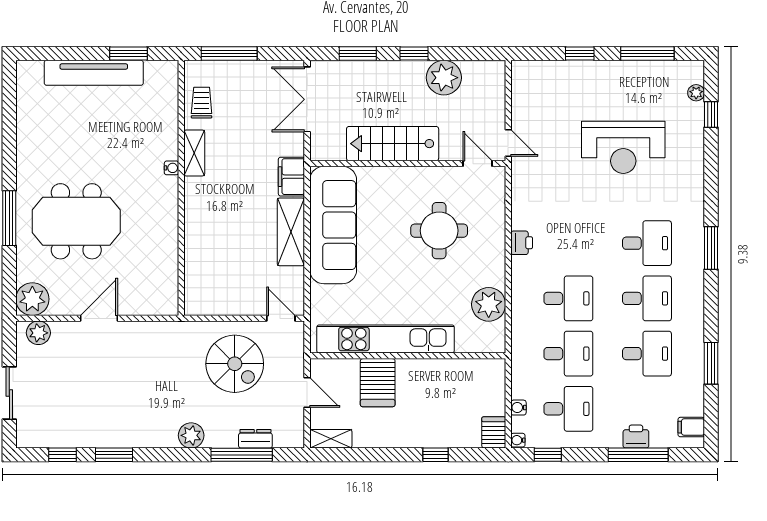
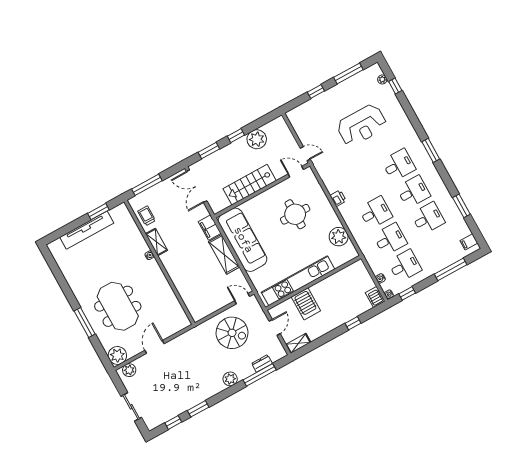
meeting table: (76, 221) -> (118, 306), turned 90
door: (307, 393) -> (275, 327), hinge flipped
printer: (636, 437) -> (445, 261), removed

